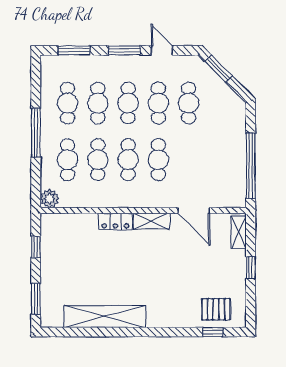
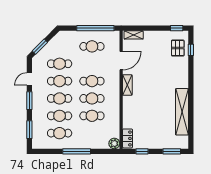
cafe table: (68, 160) -> (92, 46), moved
locker: (115, 222) -> (128, 138), moved
window: (251, 268) -> (177, 28), moved

